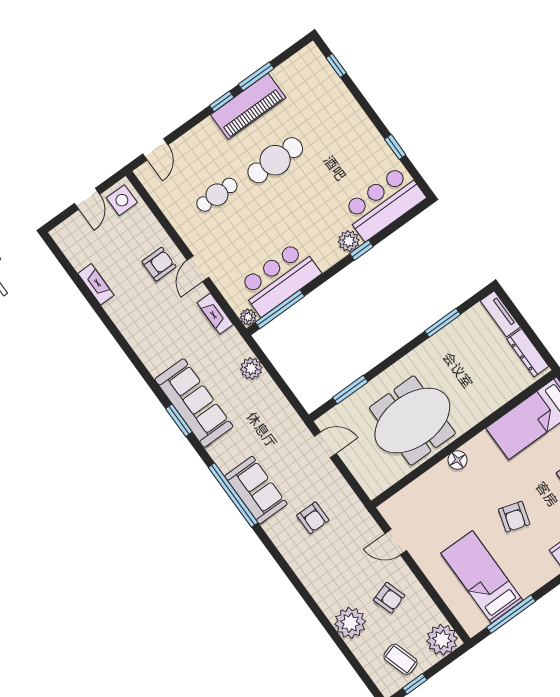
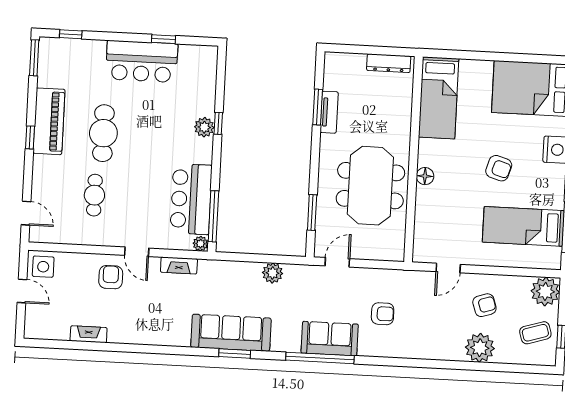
window: (256, 76) -> (34, 58), moved
bar counter: (384, 203) -> (142, 61), moved, turned -90
tv unit: (500, 314) -> (329, 112), moved, turned -90
plant: (251, 368) -> (273, 273), moved

